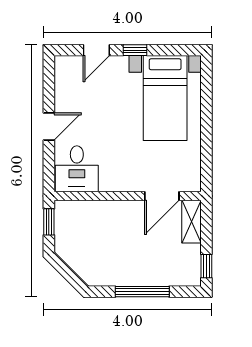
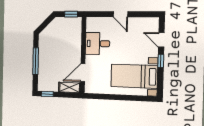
desk: (77, 169) -> (97, 44), moved
door: (162, 196) -> (83, 73), hinge flipped

